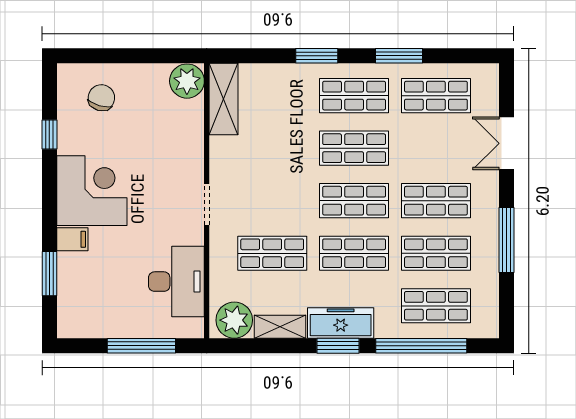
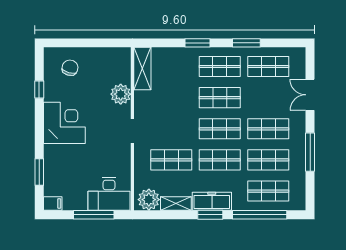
plant: (187, 81) -> (121, 94), moved
filing cabinet: (72, 239) -> (53, 203), moved
desk: (176, 282) -> (109, 194), moved, turned 90

